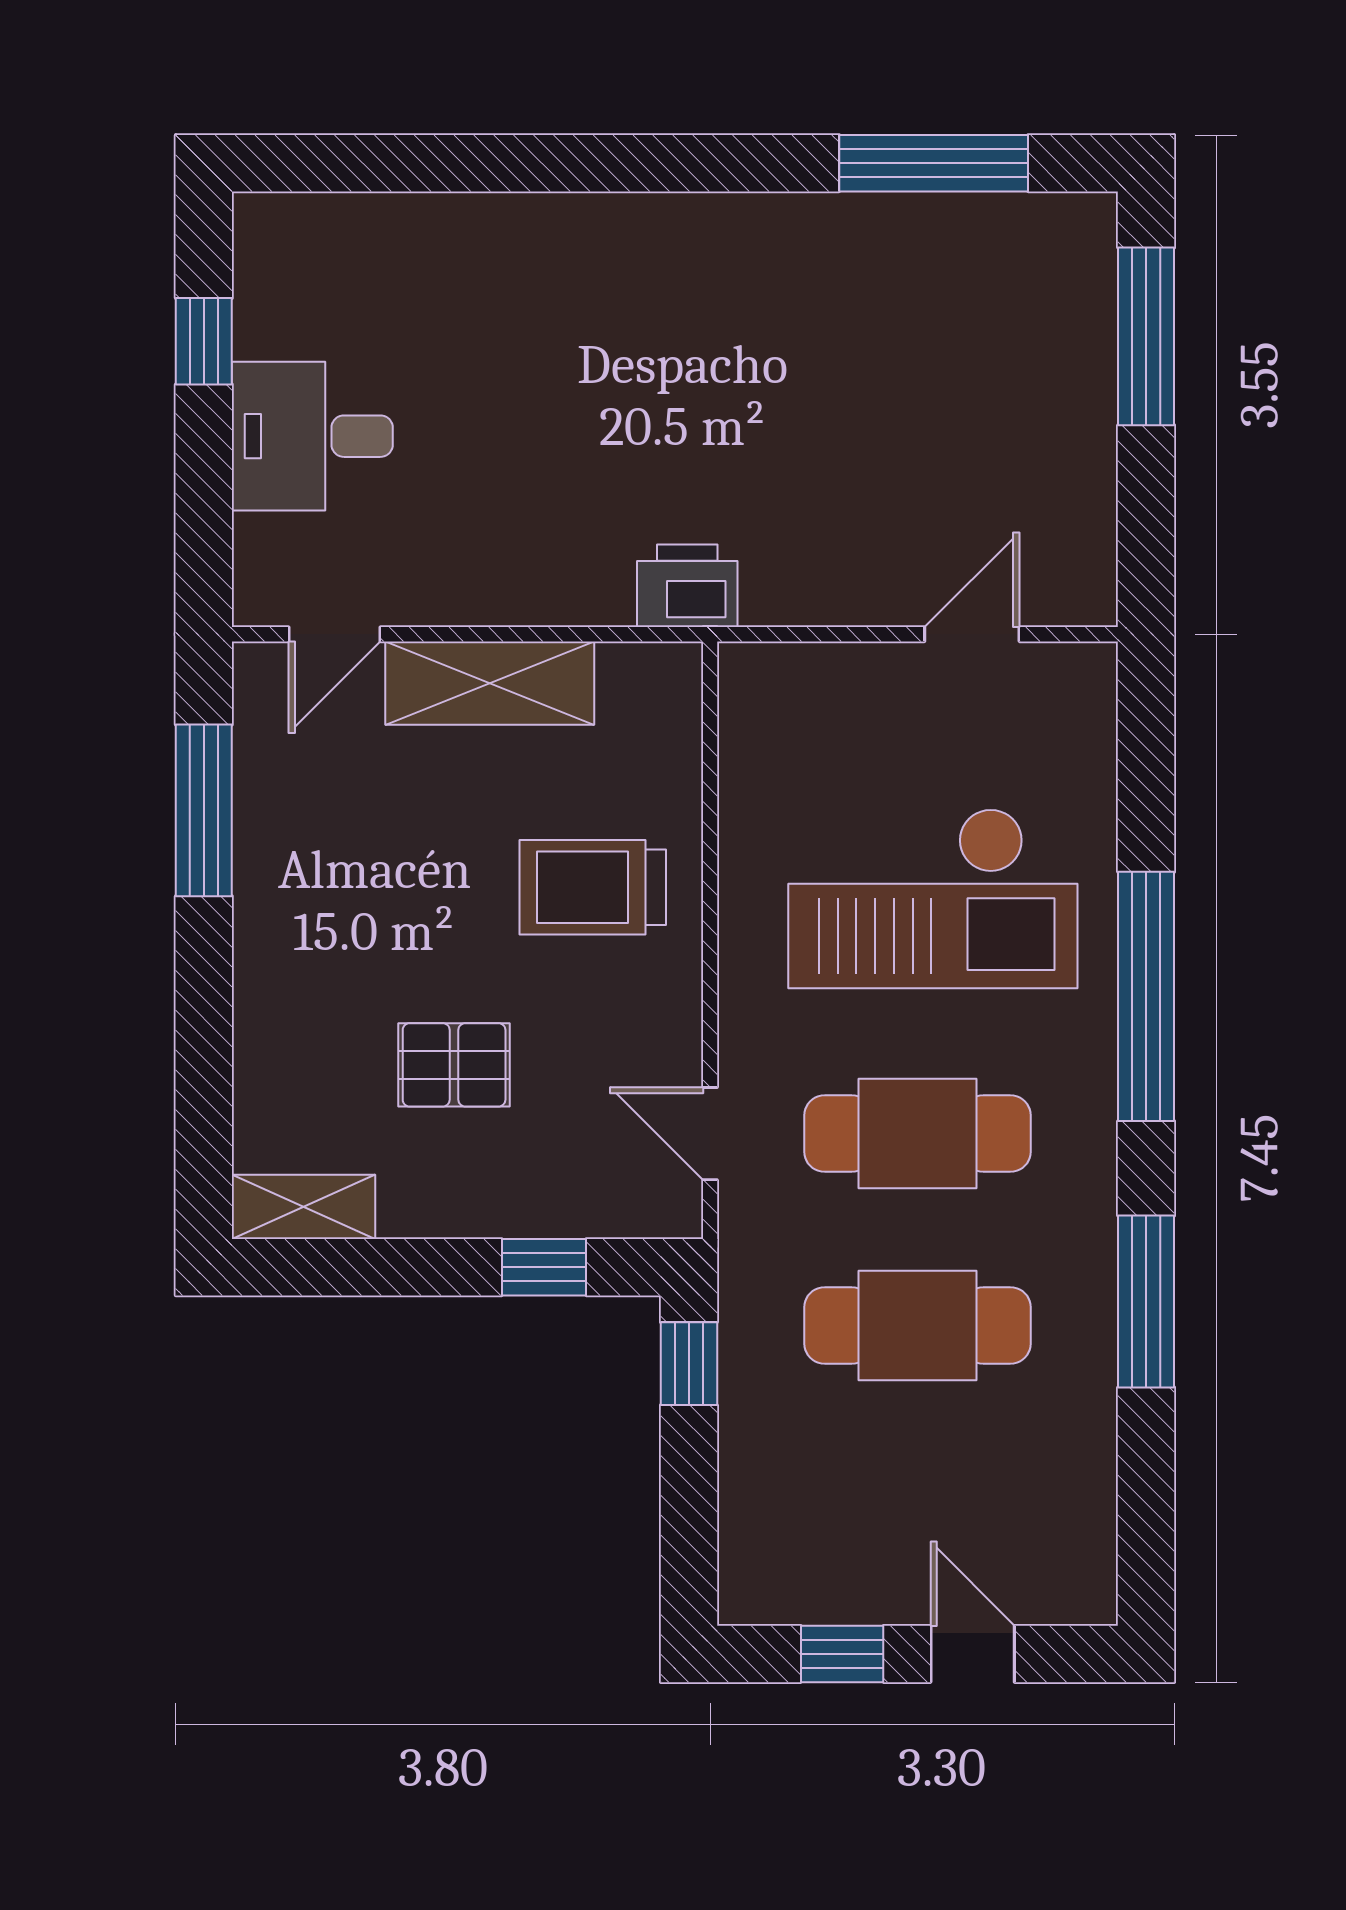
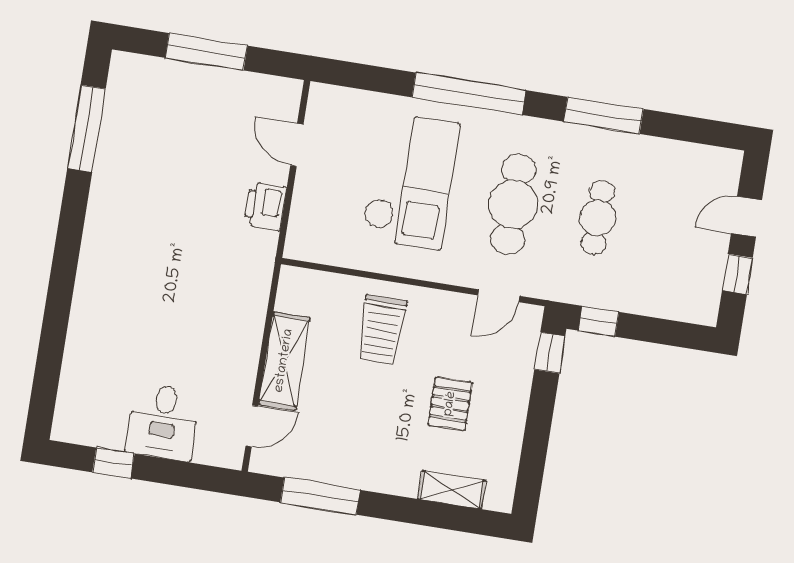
window: (1146, 336) -> (206, 52), moved
printer: (687, 586) -> (265, 206), moved
door: (334, 634) -> (252, 426), hinge flipped
shelving: (304, 1207) -> (452, 490), moved, turned 90
window: (544, 1267) -> (550, 353), moved
cafe table: (917, 1325) -> (598, 218), width x0.73, depth x0.74

